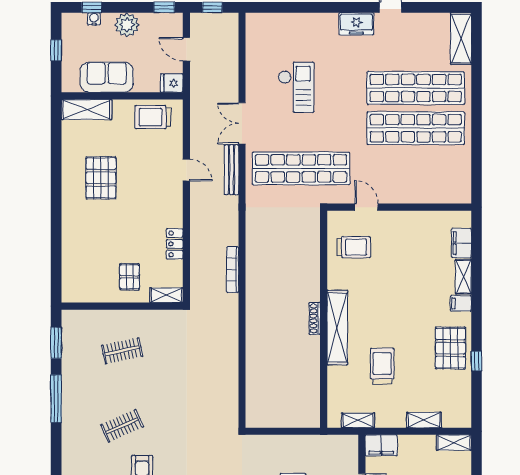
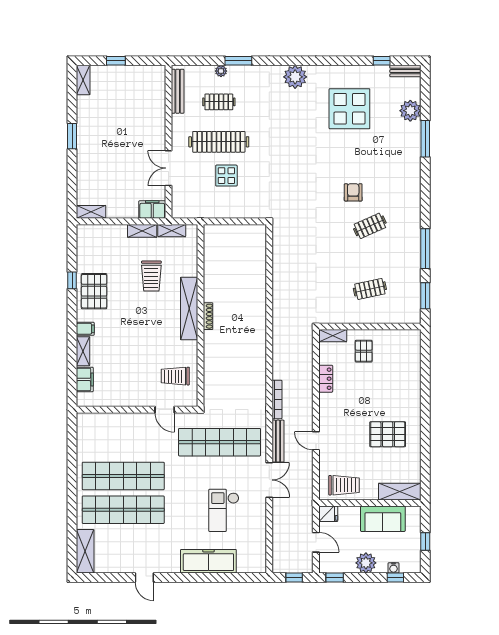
freezer: (356, 24) -> (208, 561), moved, width x1.91, depth x1.26
pallet: (101, 178) -> (388, 434), turned 90
bookcase: (233, 270) -> (277, 399), moved
shelving: (424, 420) -> (142, 231), moved

